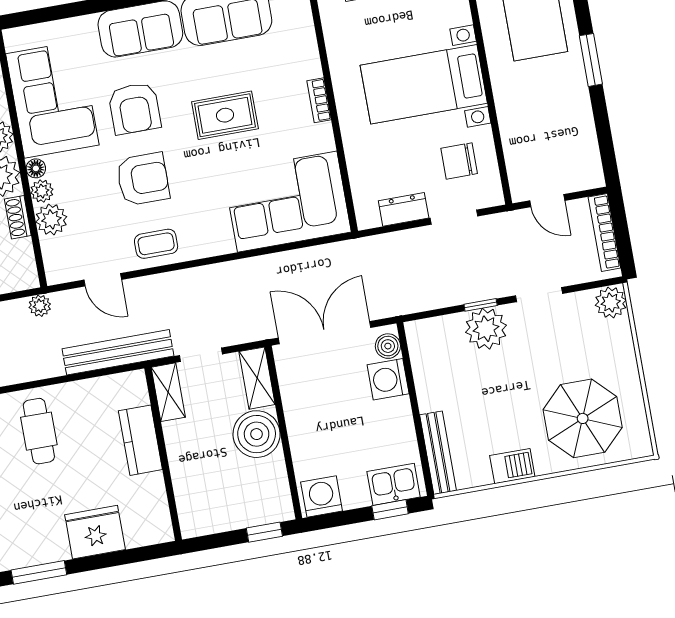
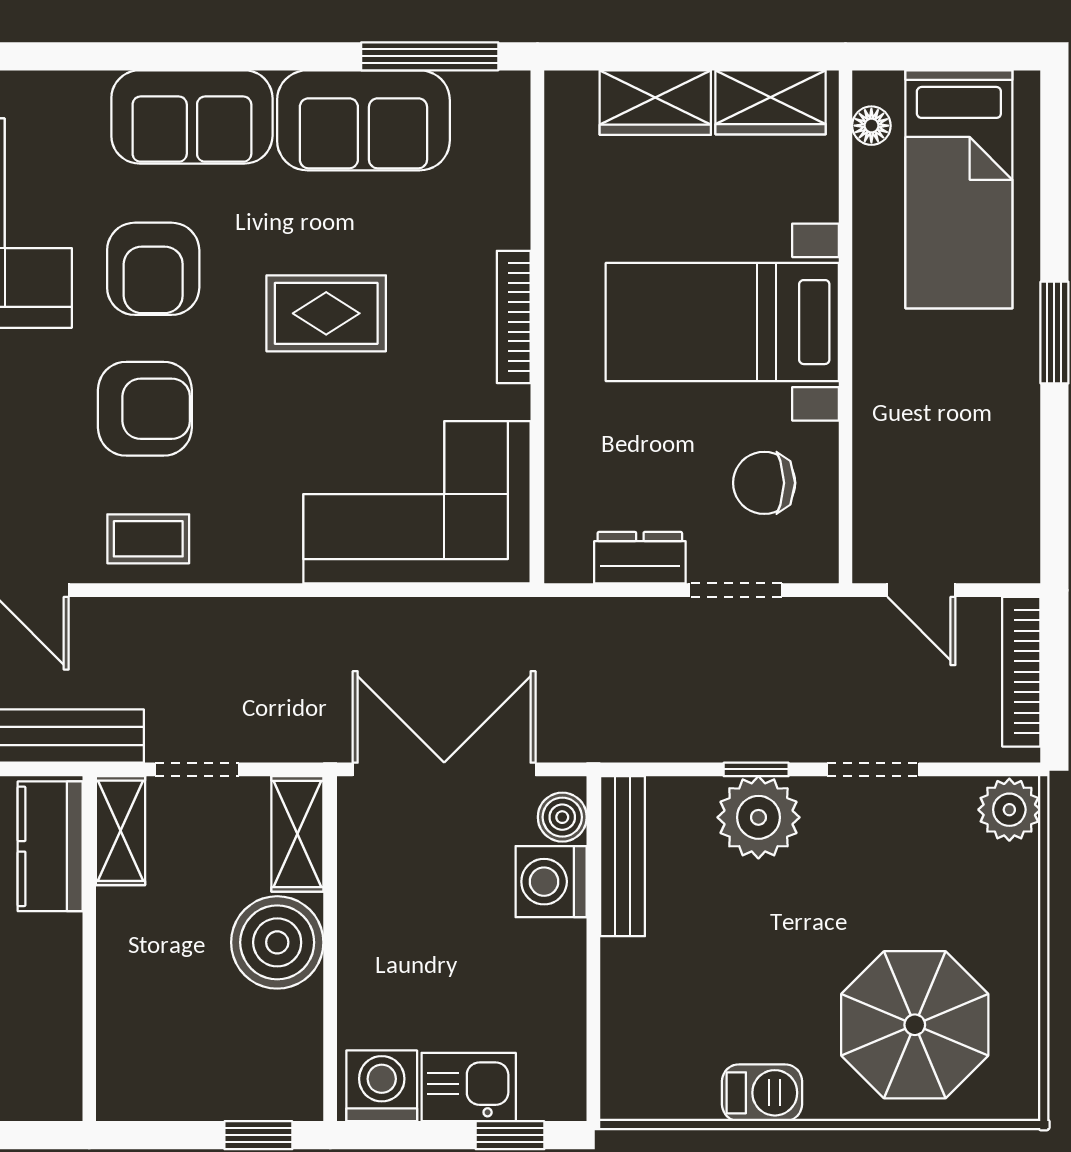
bookcase: (319, 100) -> (514, 317), width x1.56
kitchen counter: (140, 440) -> (50, 846), moved
bench: (438, 453) -> (623, 856), moved
kitchen sink: (394, 484) -> (469, 1087), moved

